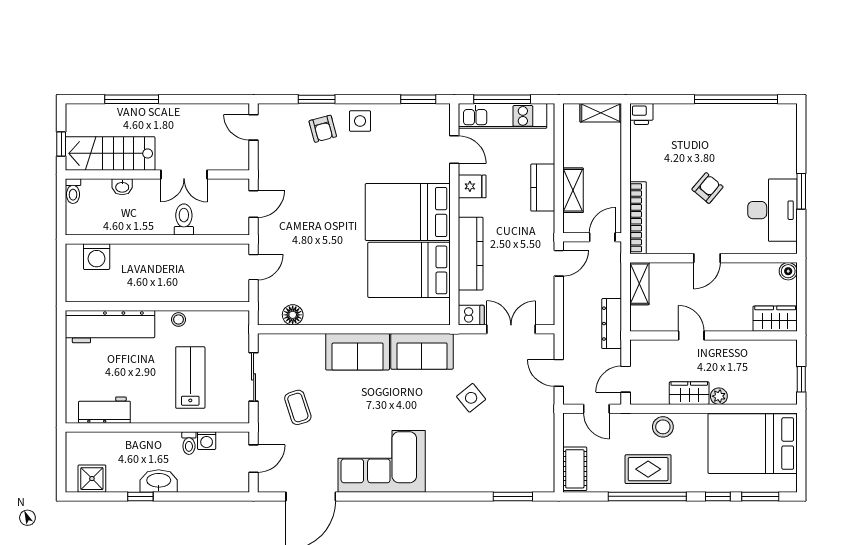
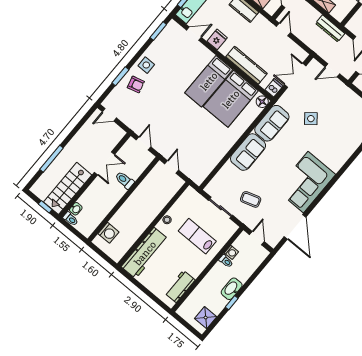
washbasin: (122, 187) -> (76, 209), moved
bed: (408, 212) -> (209, 81), width x0.67
floor lamp: (293, 315) -> (262, 102), moved

